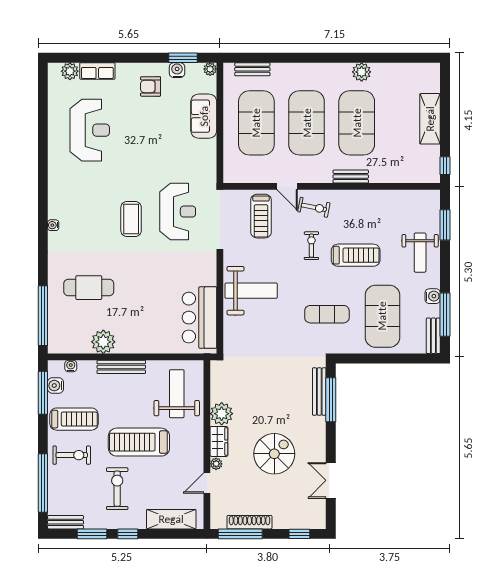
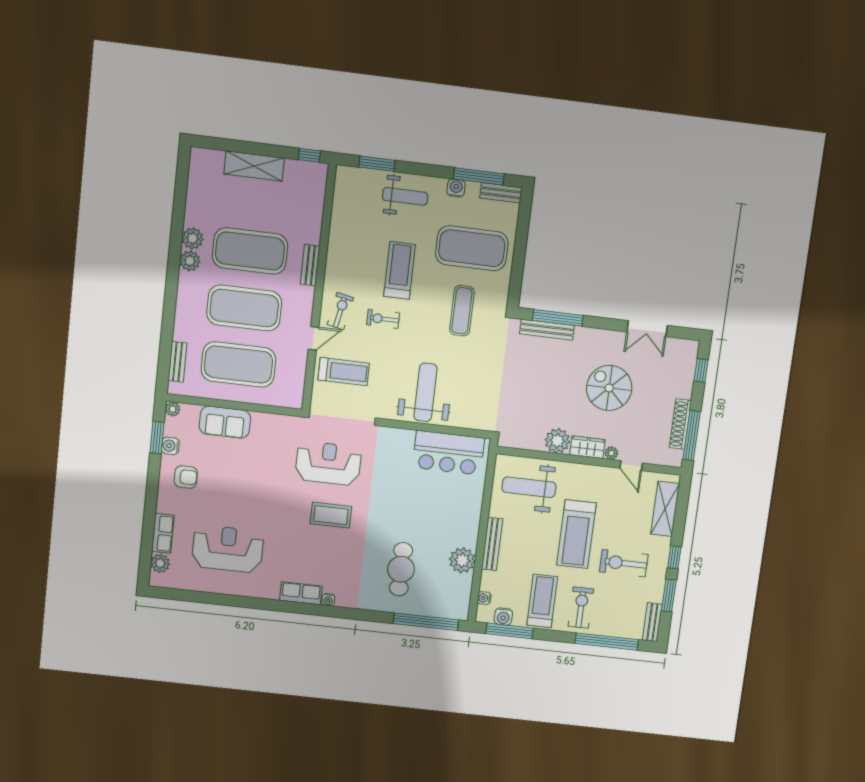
plant: (342, 72) -> (190, 261), added
armchair: (151, 86) -> (186, 477), turned -90
row of seats: (56, 200) -> (301, 593), added

